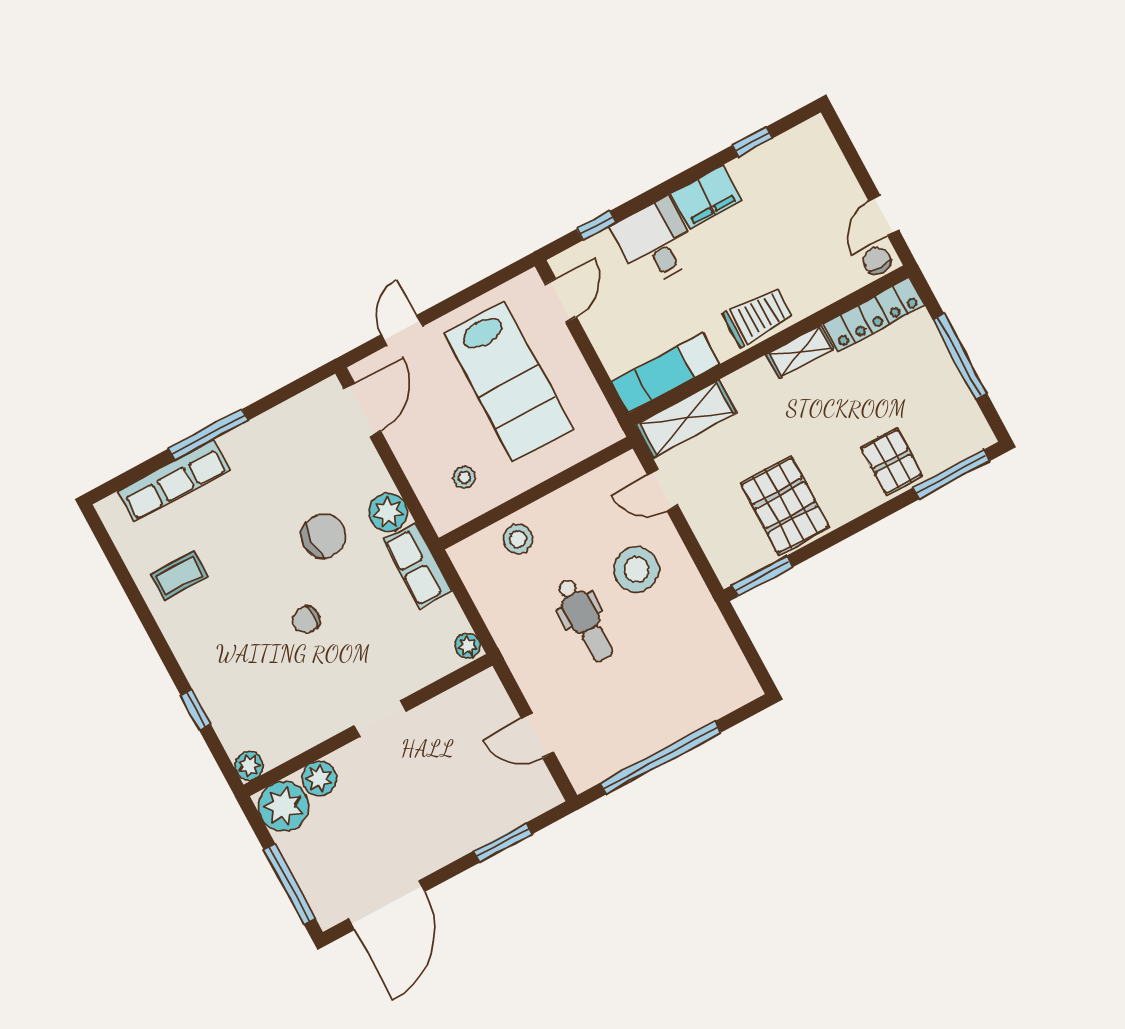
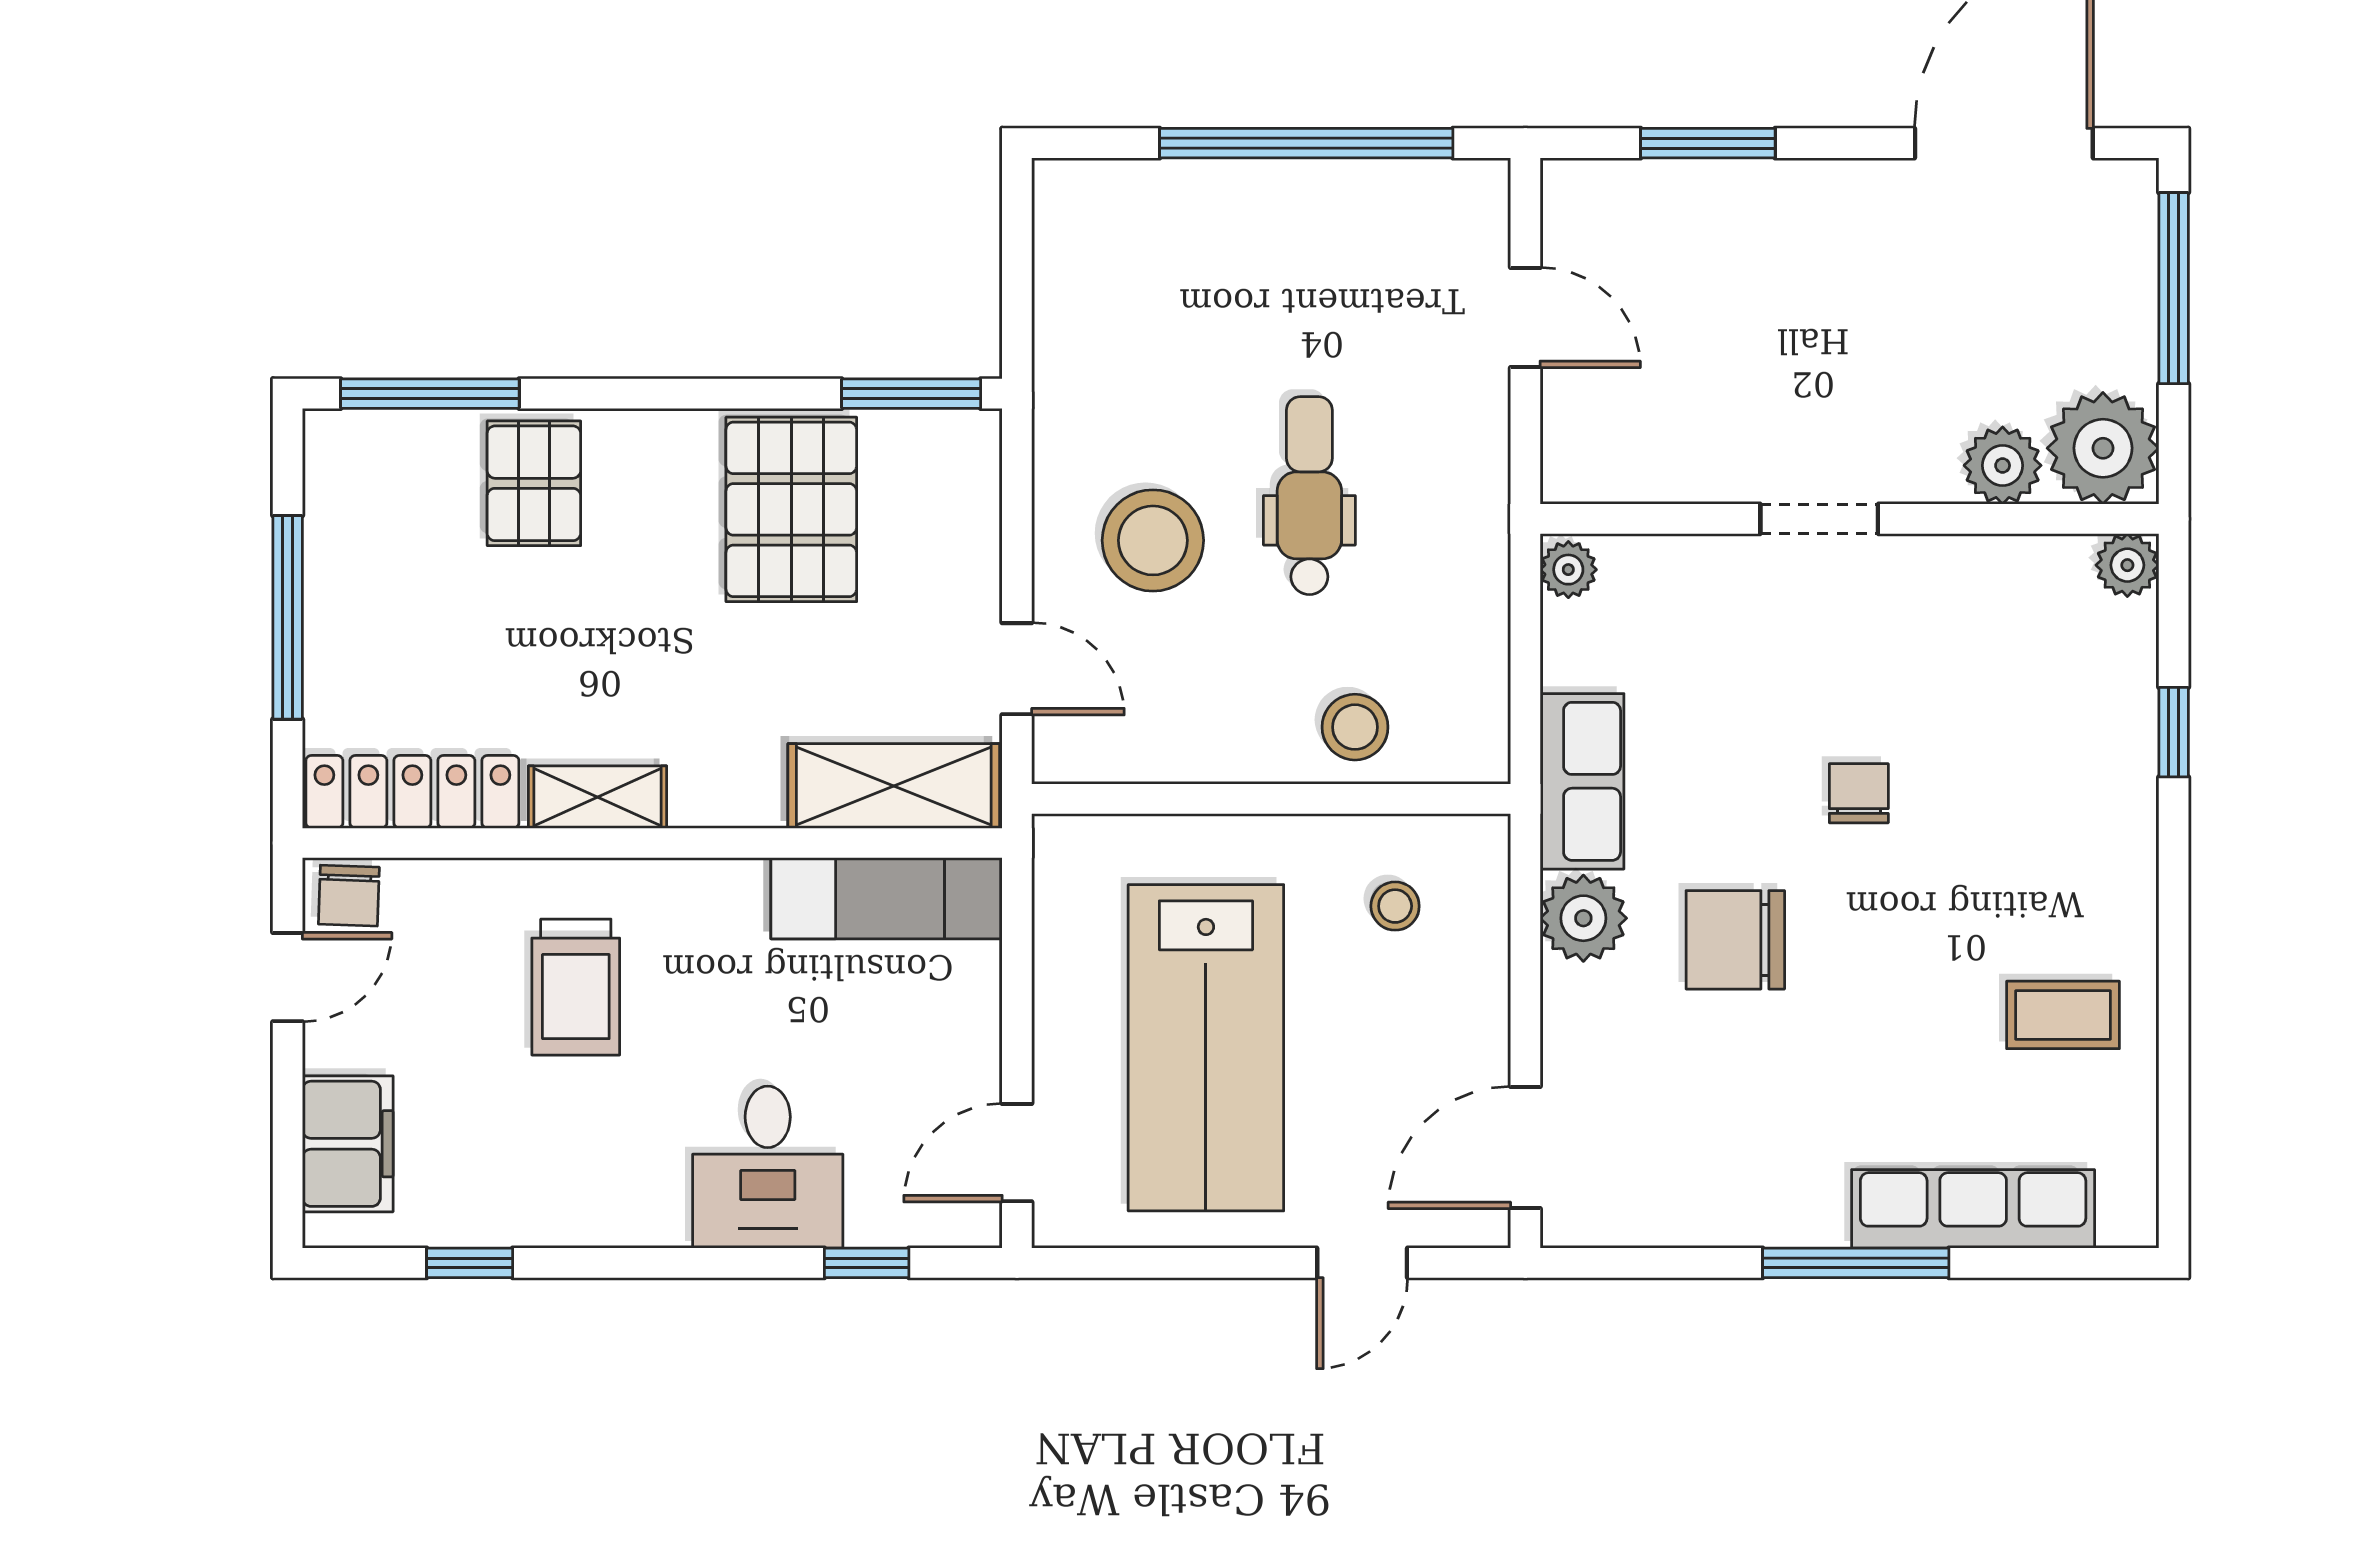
filing cabinet: (706, 197) -> (348, 1144), moved, turned 90
trolley: (758, 317) -> (576, 987), moved, turned -90
lab bench: (509, 382) -> (1206, 1048), turned 180
chair: (306, 619) -> (1859, 793), turned -90

